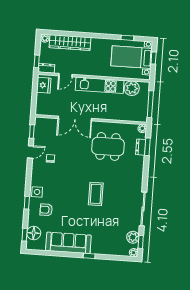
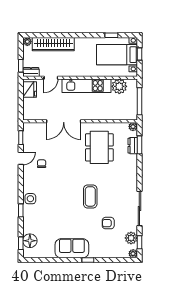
dining table: (108, 146) -> (99, 147), turned 90
armchair: (46, 210) -> (108, 223), moved
sofa: (68, 243) -> (72, 248), width x0.73

